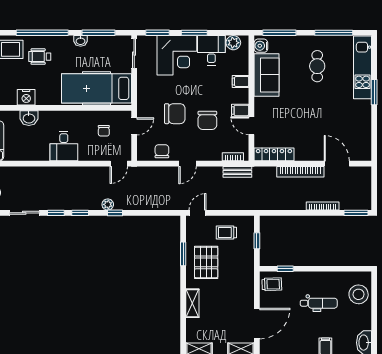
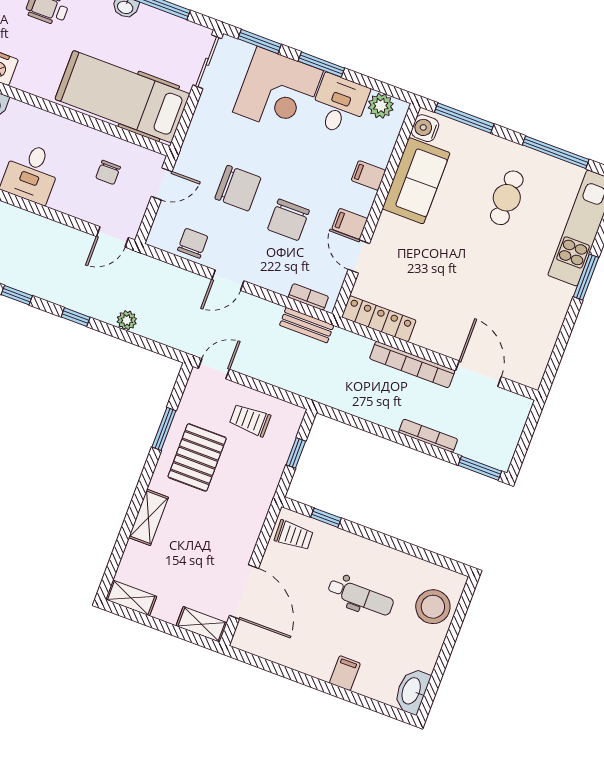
plant: (108, 204) -> (127, 320), moved
door: (257, 324) -> (244, 592), hinge flipped

